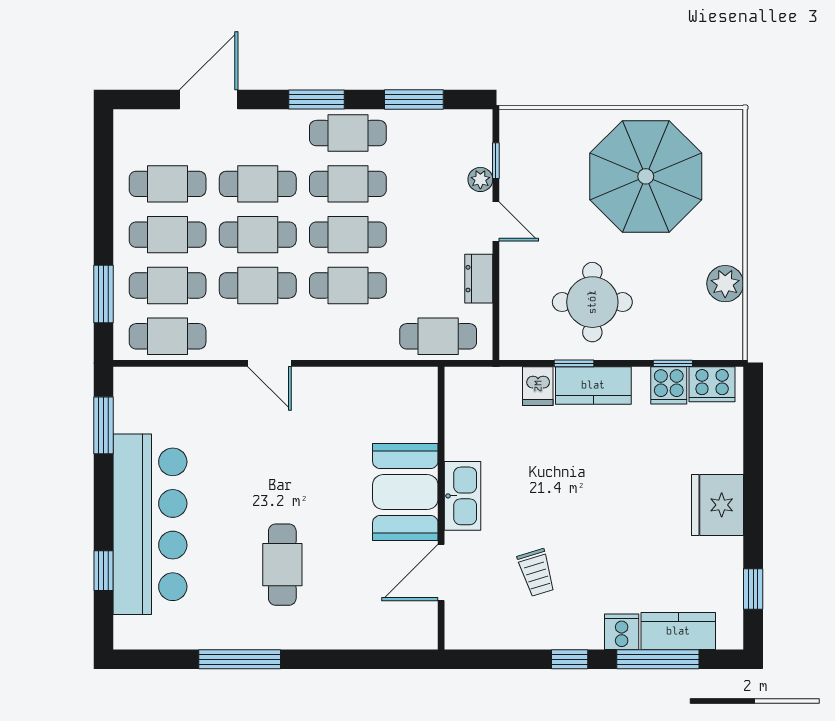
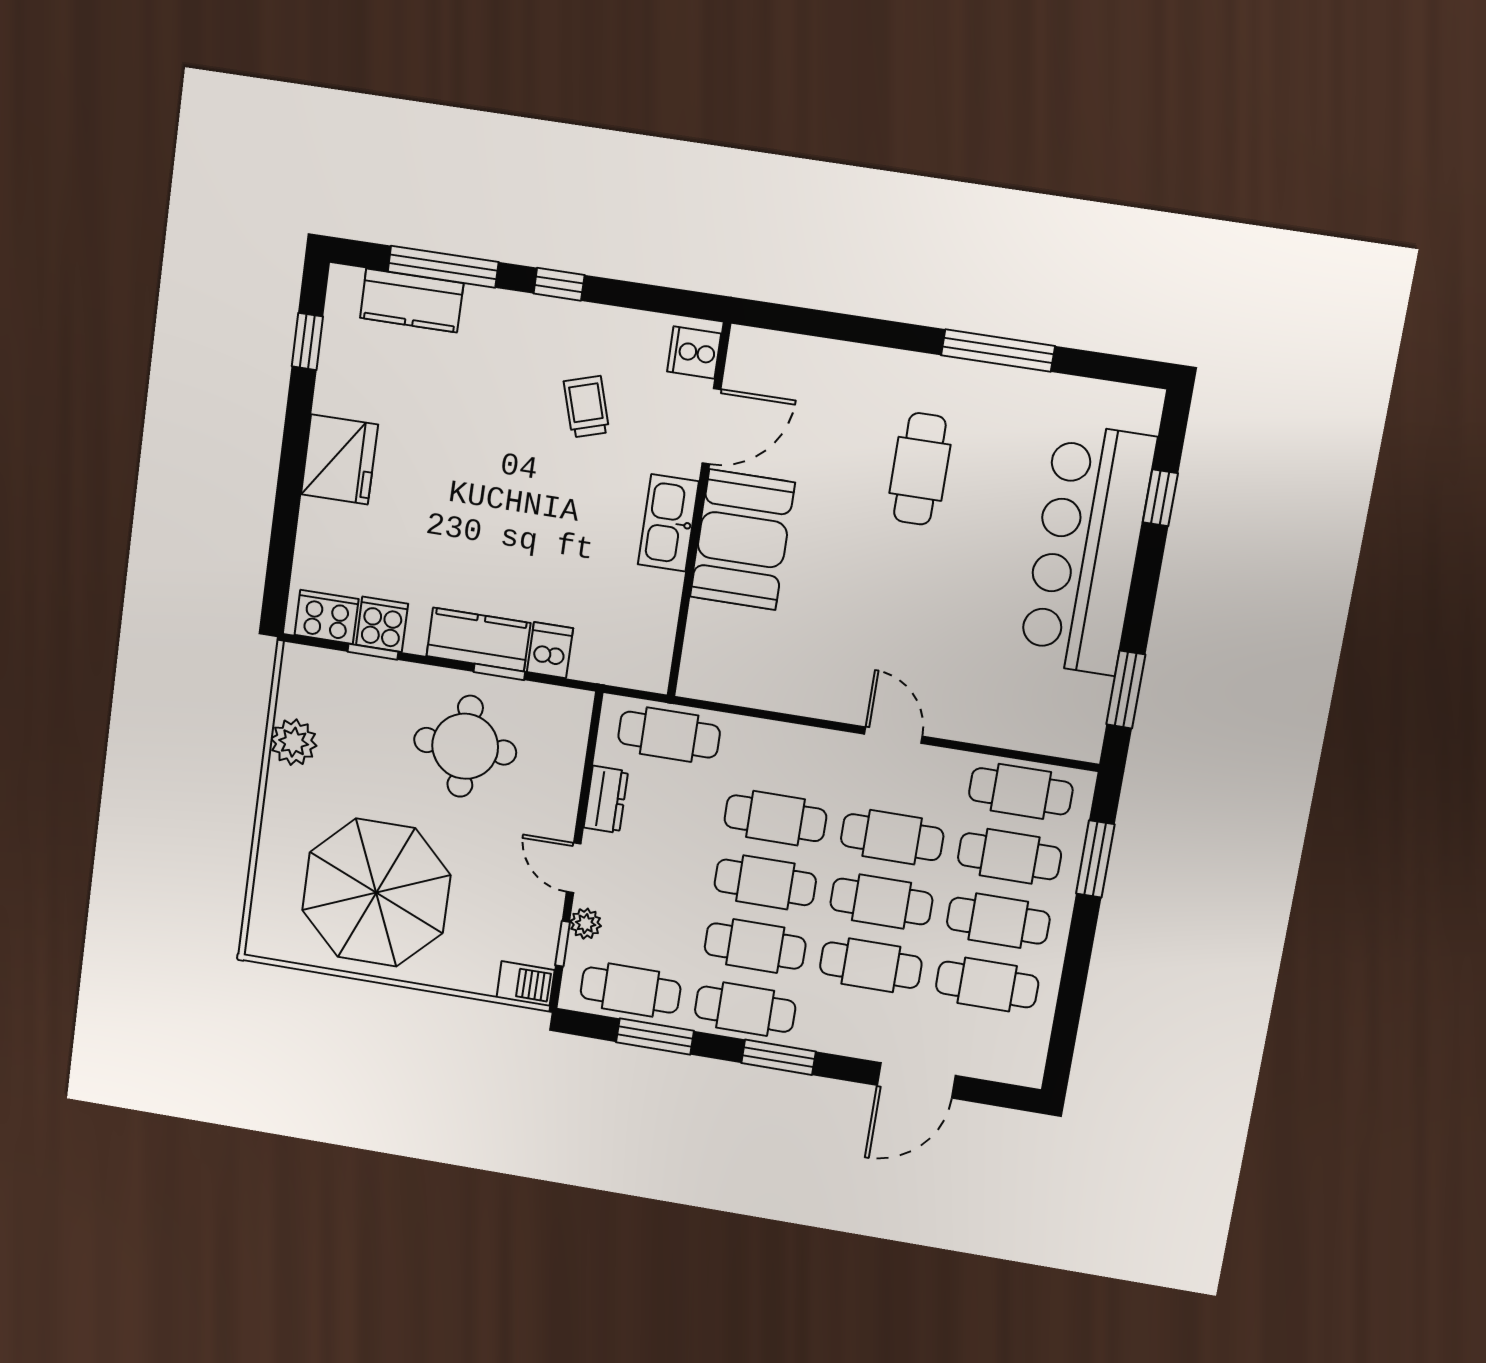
barbecue: (520, 124) -> (526, 984), added
cafe table: (438, 133) -> (631, 990), added
cooker: (622, 632) -> (694, 352), moved, turned 90

